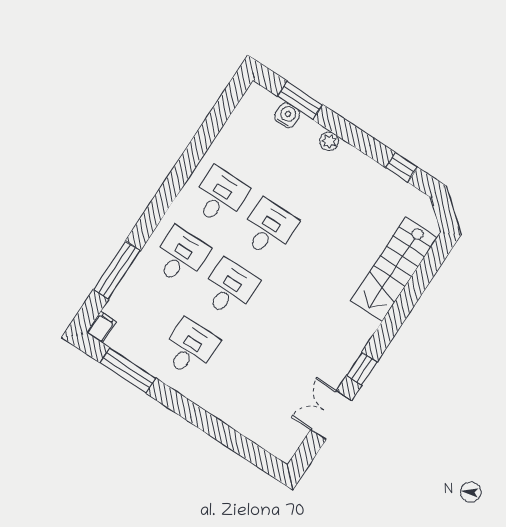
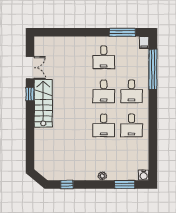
water cooler: (287, 115) -> (144, 175), moved
stairs: (394, 269) -> (43, 103), moved
window: (117, 270) -> (153, 69), width x1.46

